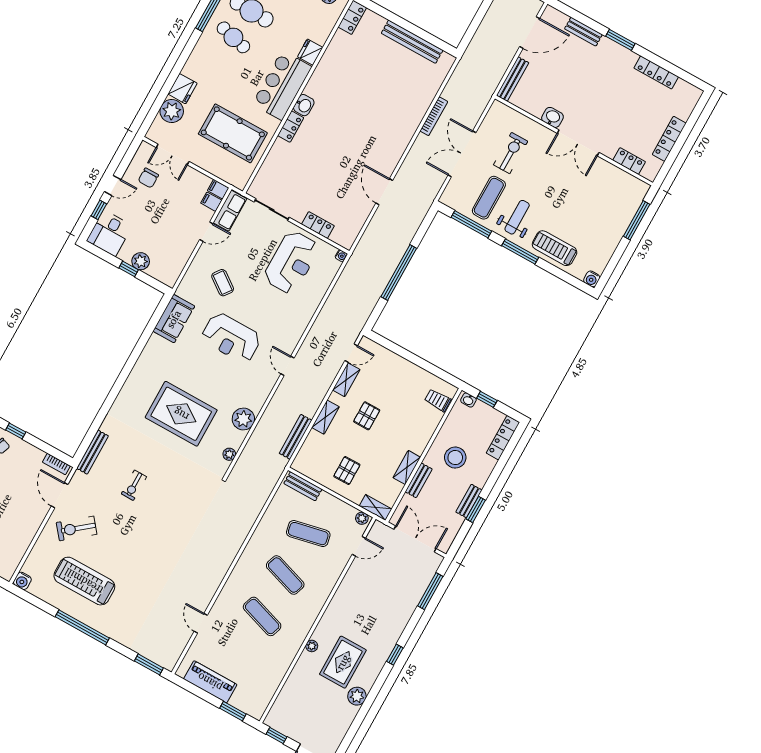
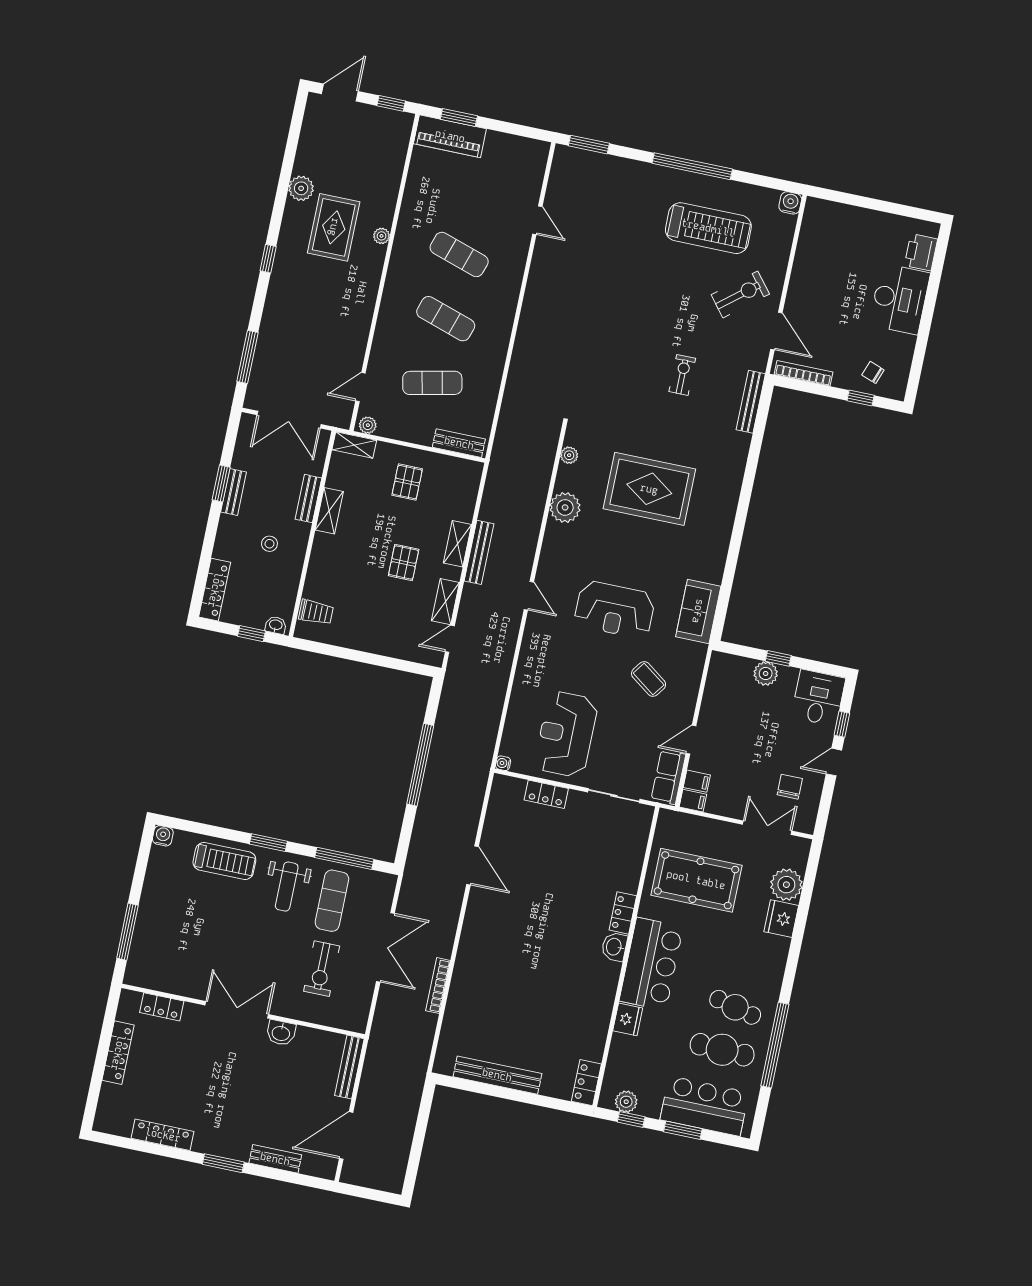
window: (520, 251) -> (268, 843), width x0.69
reception desk: (231, 338) -> (615, 610), turned 180
bench: (296, 437) -> (479, 552), moved
stool: (455, 458) -> (269, 544), width x0.53, depth x0.53
bookcase: (56, 464) -> (804, 373), width x1.56
piano: (210, 682) -> (450, 136), moved

